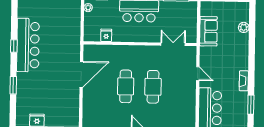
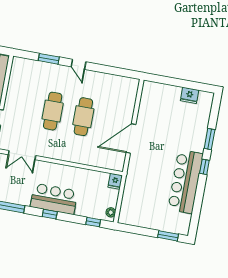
fridge: (106, 35) -> (115, 181), moved
window: (14, 46) -> (204, 167), moved

